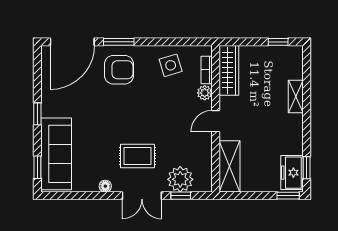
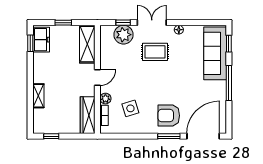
side table: (171, 65) -> (130, 108), moved
window: (37, 114) -> (229, 83), width x2.17
window: (288, 196) -> (63, 23), moved

